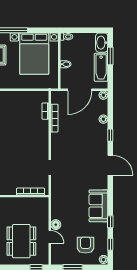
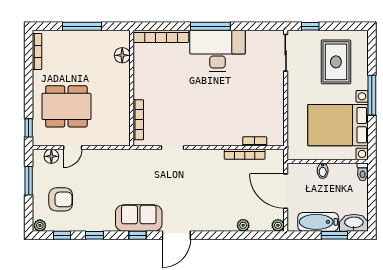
window: (110, 135) -> (137, 235), moved
sofa: (98, 206) -> (139, 218), moved
floor lamp: (56, 225) -> (51, 156), moved

